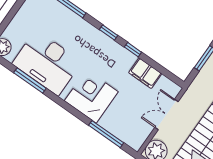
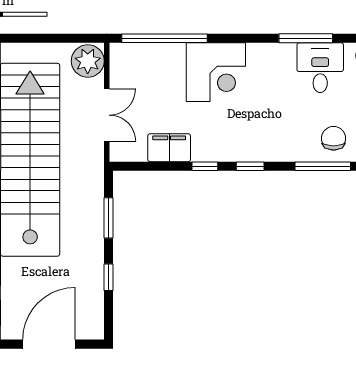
chair: (53, 16) -> (334, 138), added
desk: (47, 63) -> (320, 68), width x0.53, depth x0.77
window: (106, 134) -> (164, 38), width x1.46

